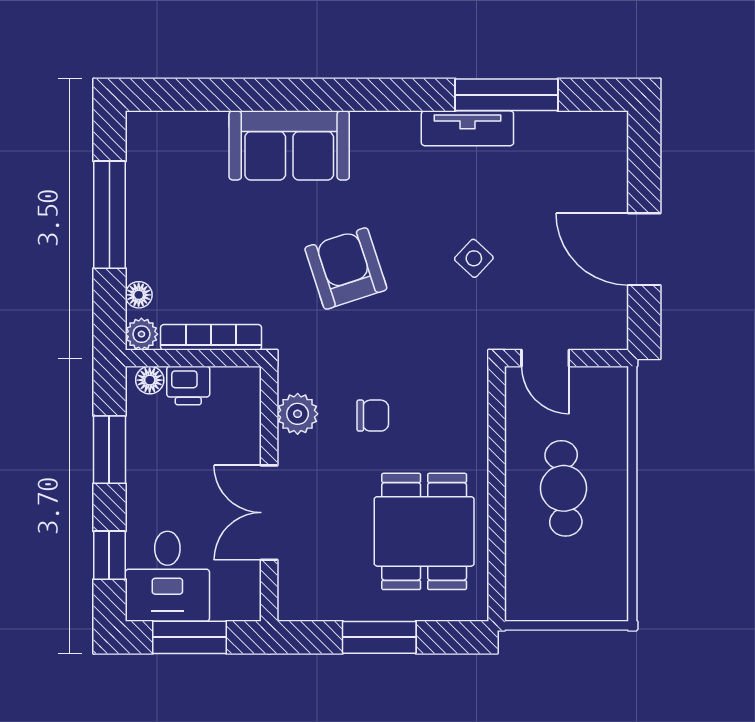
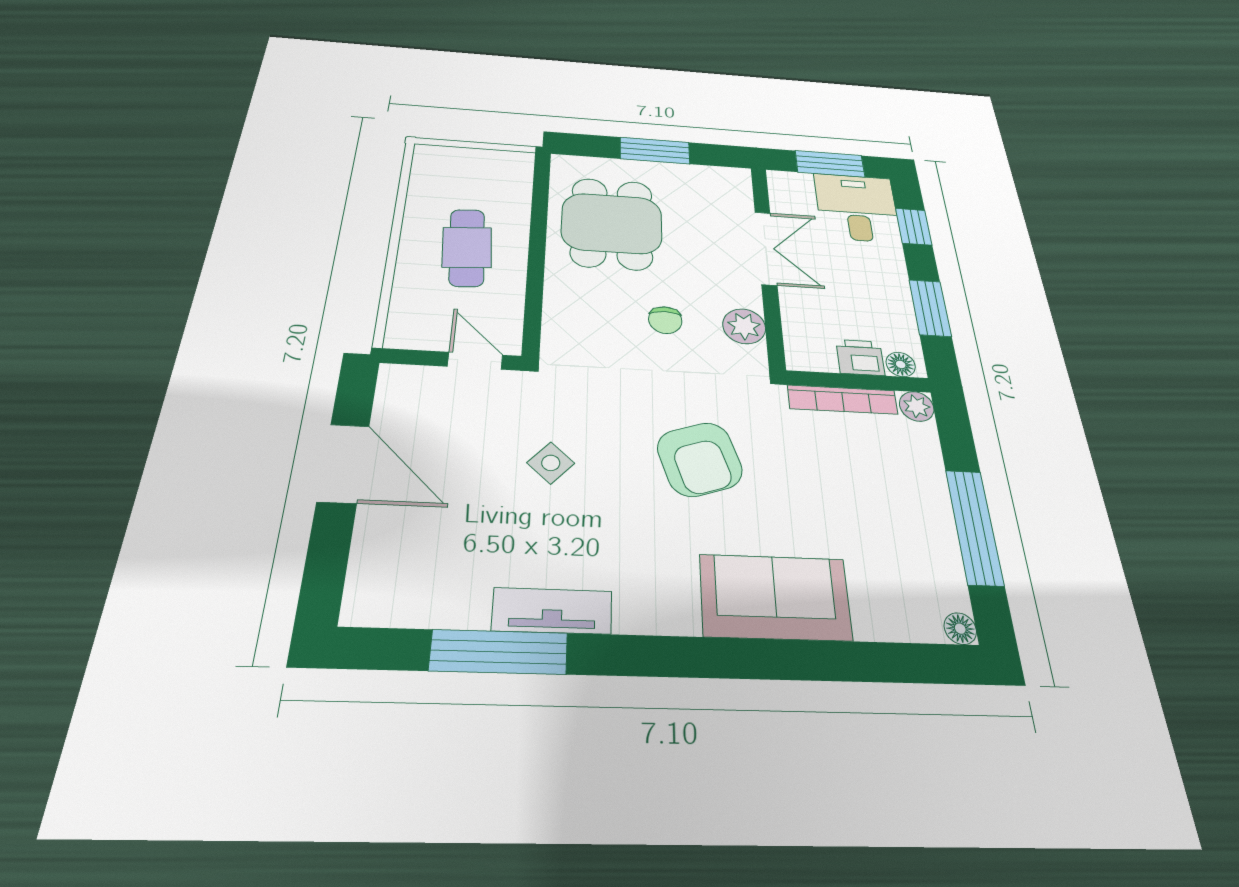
floor lamp: (139, 295) -> (960, 629), moved
chair: (373, 416) -> (665, 320), turned -90

